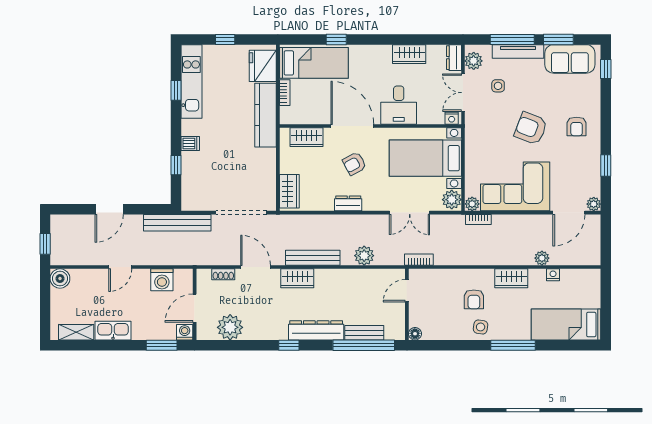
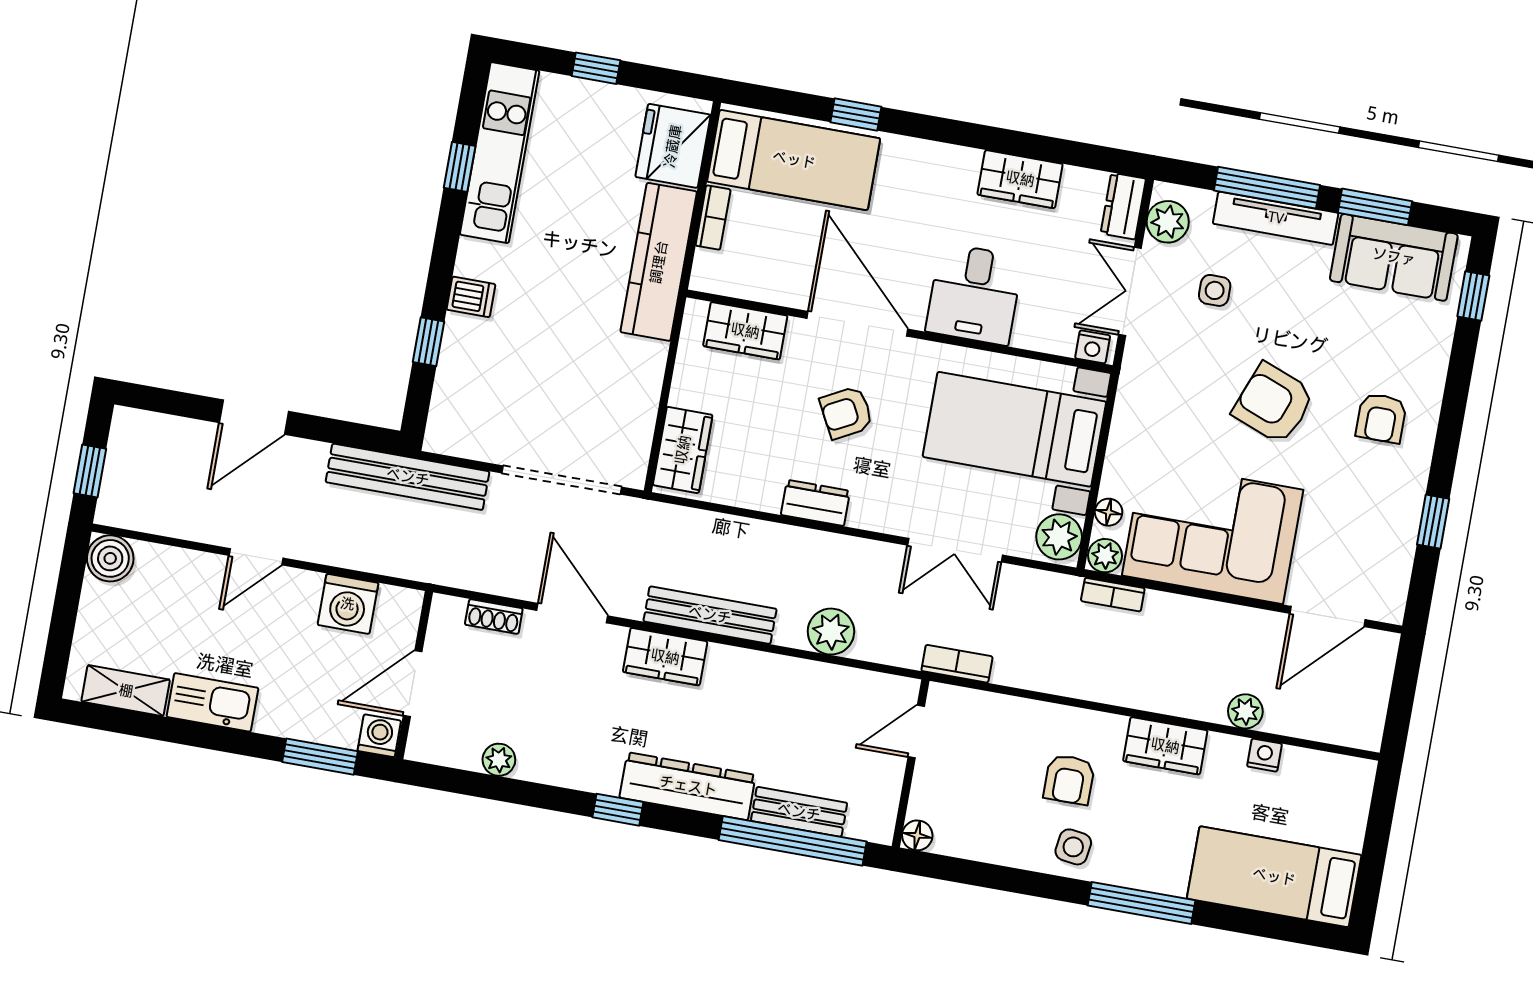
floor lamp: (470, 186) -> (1109, 512), added
plant: (594, 204) -> (1389, 606), removed
plant: (230, 327) -> (499, 760), width x0.53, depth x0.53

